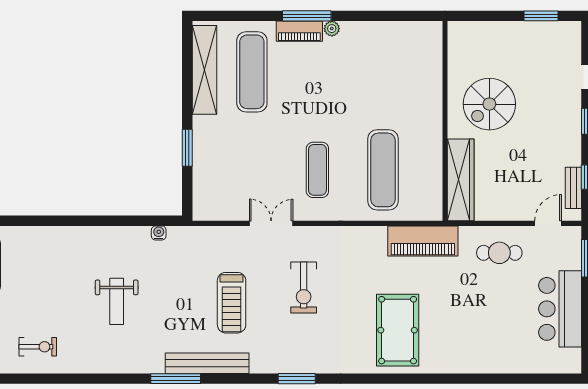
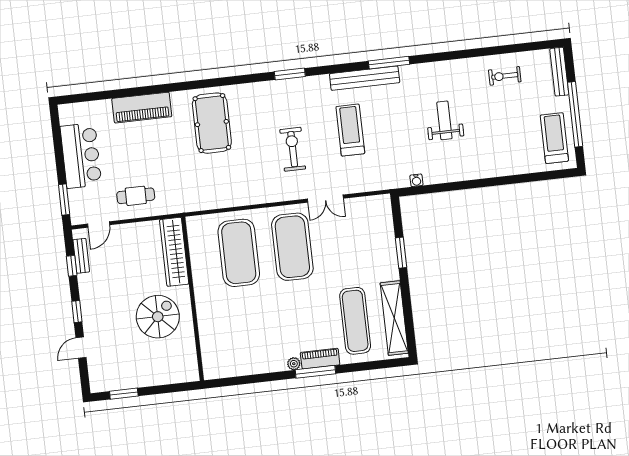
exercise mat: (317, 170) -> (292, 247), width x2.00, depth x1.45
exercise mat: (383, 170) -> (239, 253), width x1.47
piano: (423, 241) -> (142, 108), moved, turned 180

